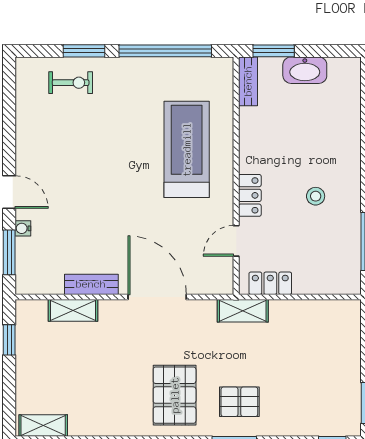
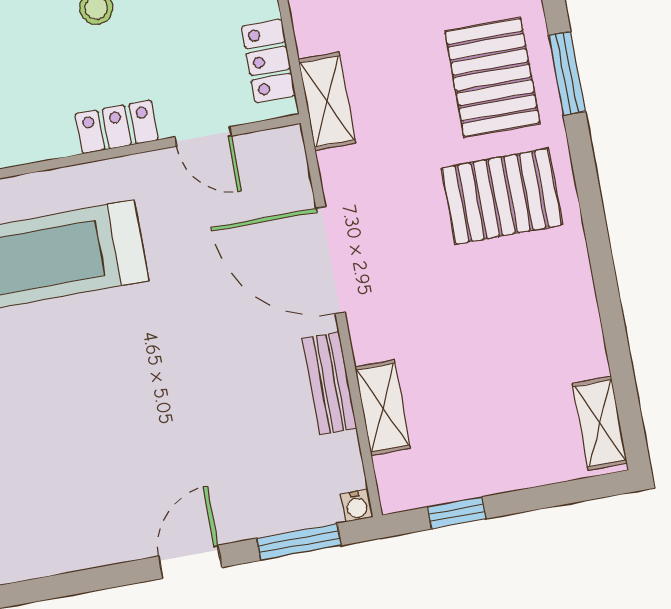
water cooler: (23, 228) -> (357, 506), moved
door: (157, 297) -> (331, 260), hinge flipped
pallet: (239, 402) -> (492, 77), width x1.50, depth x1.42

